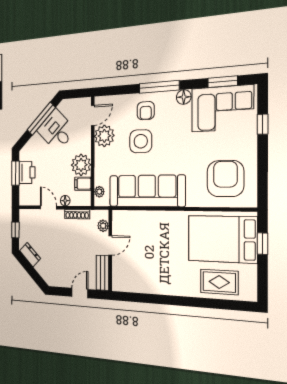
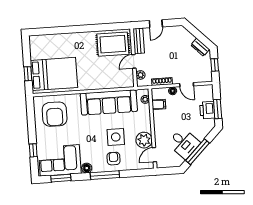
plant: (81, 165) -> (161, 118), removed
rug: (219, 282) -> (113, 44), moved, width x1.36, depth x1.43

